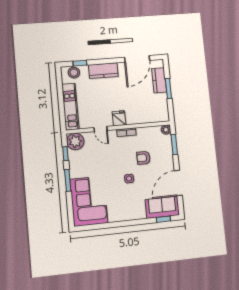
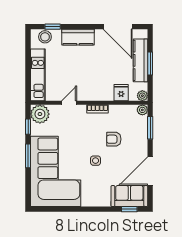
door: (137, 59) -> (118, 27), hinge flipped
kitchen counter: (159, 80) -> (140, 60), width x1.50
plant: (165, 117) -> (142, 96), added
fridge: (119, 118) -> (121, 93), moved
door: (101, 129) -> (69, 103), swing flipped
corner sofa: (89, 201) -> (56, 171), width x1.36, depth x1.36

